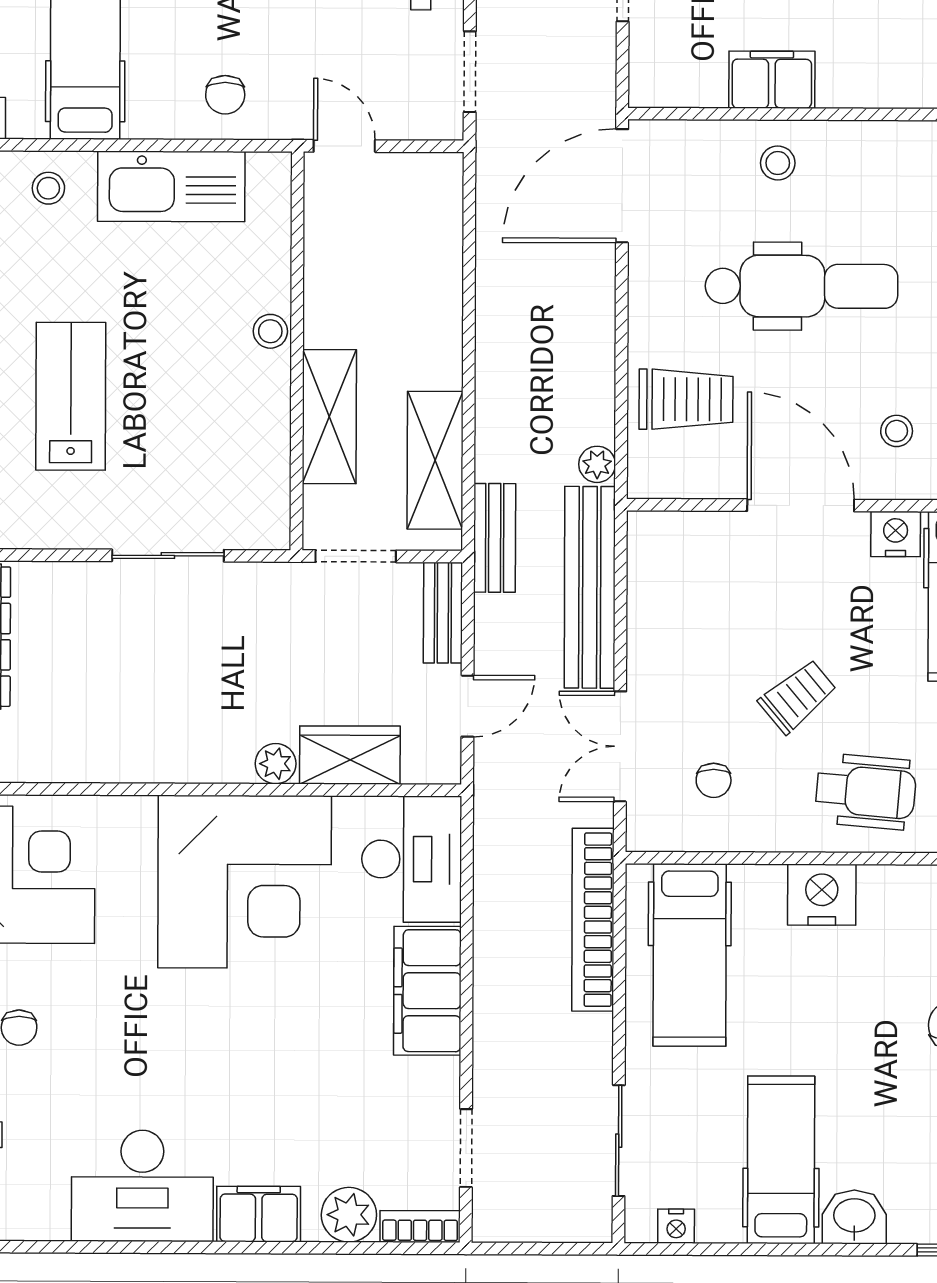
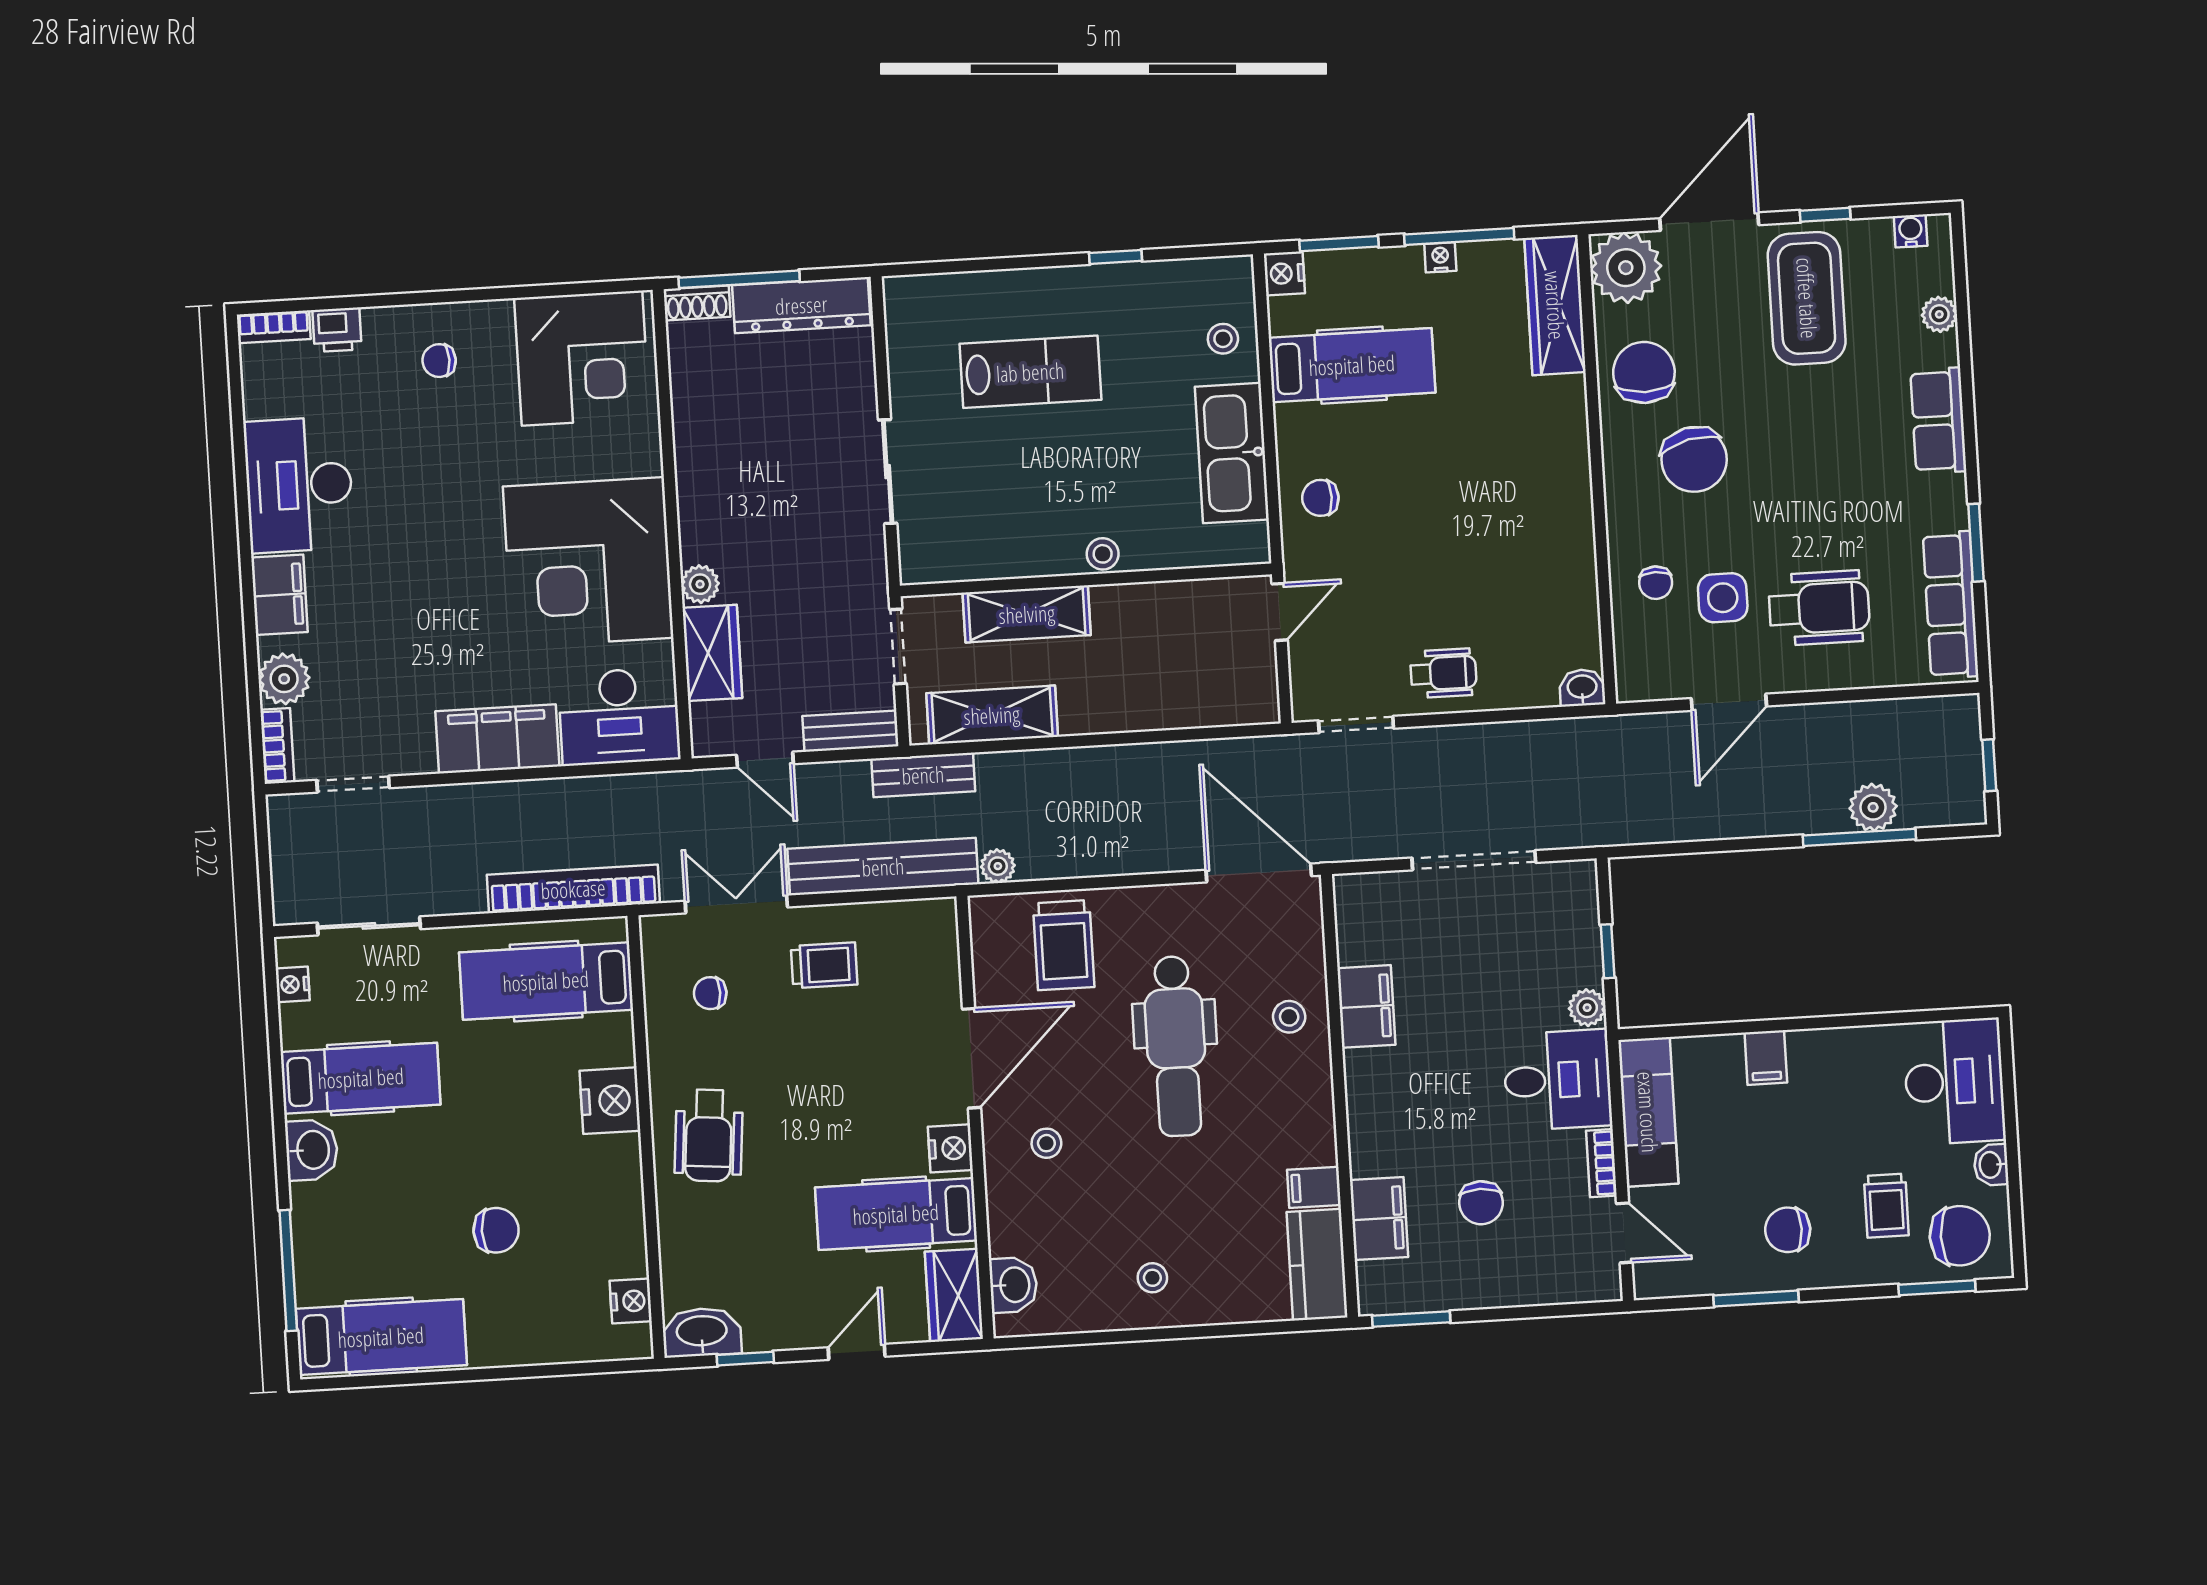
trolley: (798, 696) -> (824, 965), moved, turned -50

